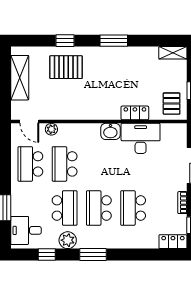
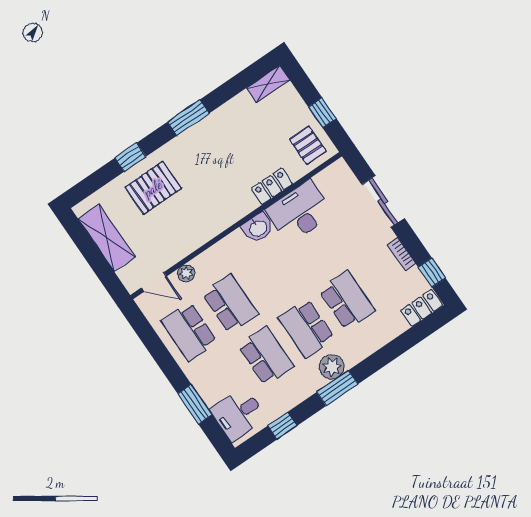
school desk: (65, 164) -> (230, 304), turned 180
school desk: (133, 208) -> (347, 300), turned 180
plant: (68, 240) -> (332, 367), moved

